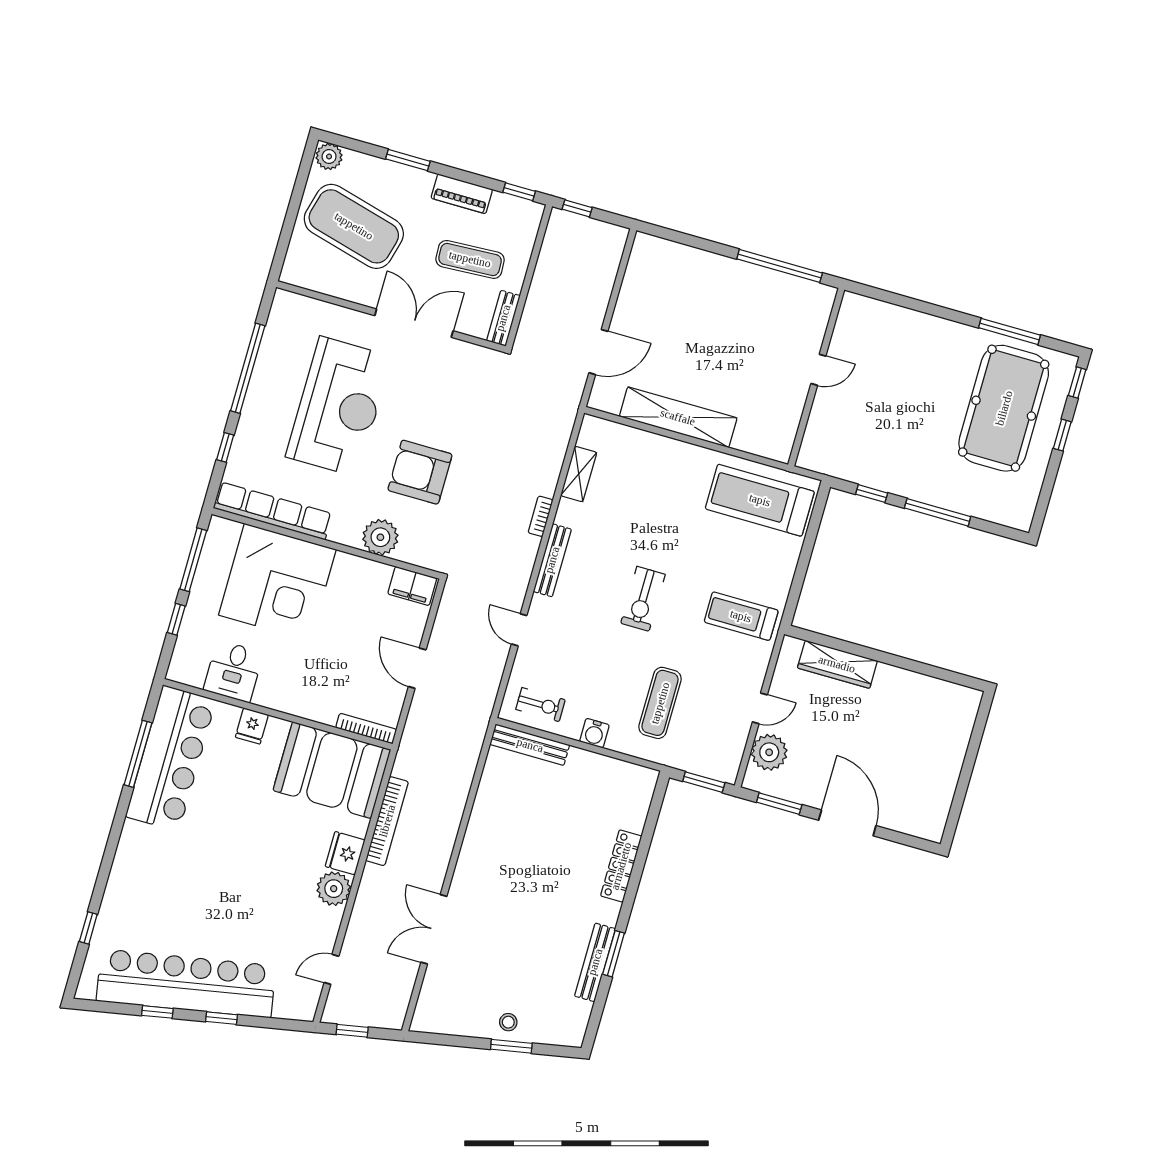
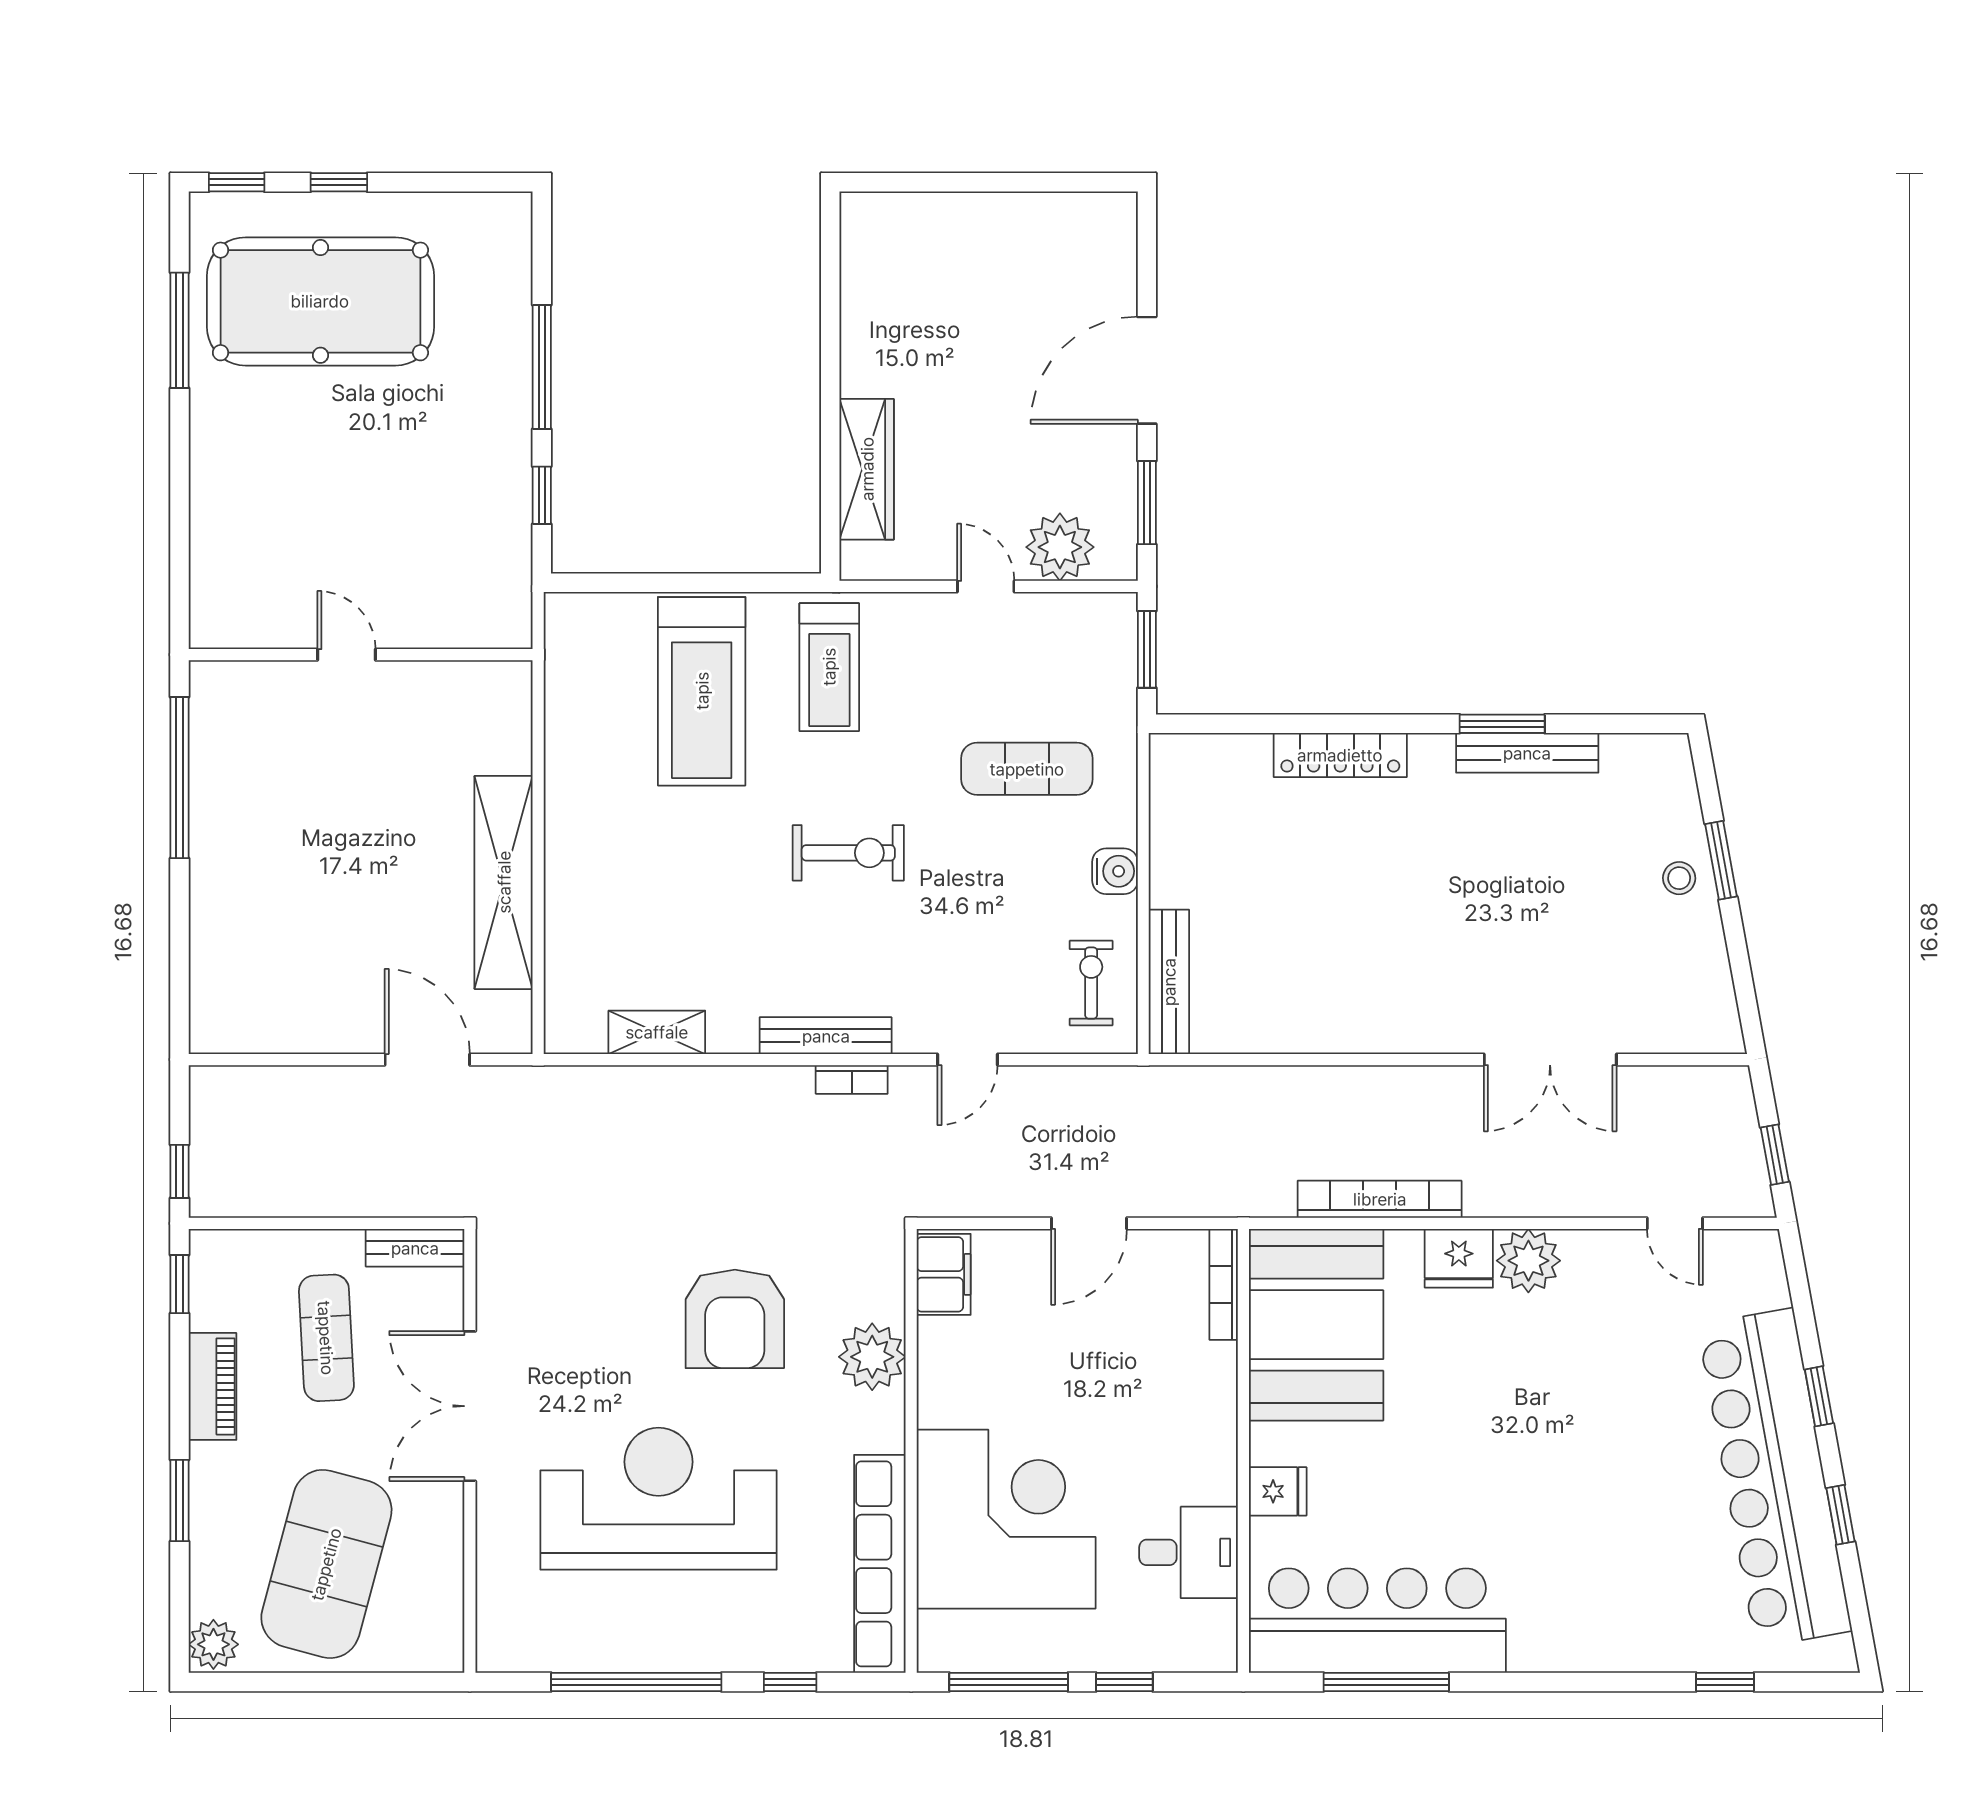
treadmill: (760, 500) -> (702, 691), moved
bookcase: (541, 516) -> (852, 1079), moved

